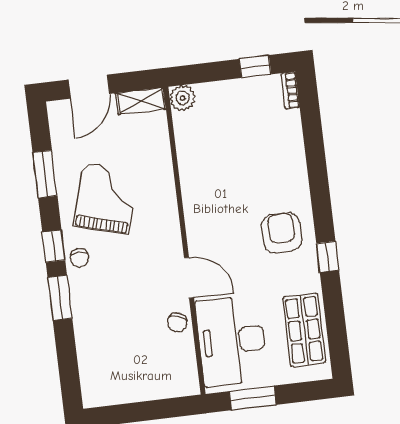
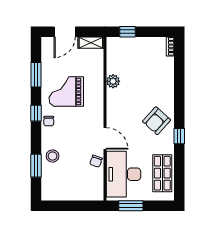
window: (255, 67) -> (127, 32), moved
plant: (183, 98) -> (113, 81), moved
grand piano: (106, 199) -> (66, 92), turned -106
armchair: (282, 233) -> (157, 121), turned -138
window: (60, 298) -> (36, 166), moved
stool: (95, 323) -> (53, 156), added

